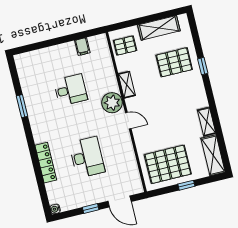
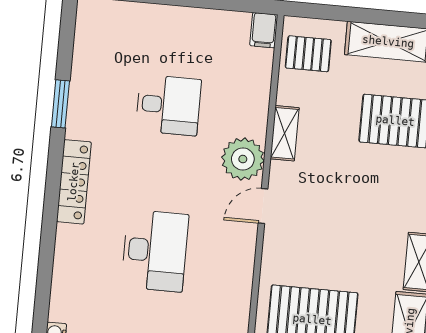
filing cabinet: (82, 47) -> (264, 30), moved
door: (128, 121) -> (263, 206), swing flipped
locker: (46, 163) -> (74, 182), moved

